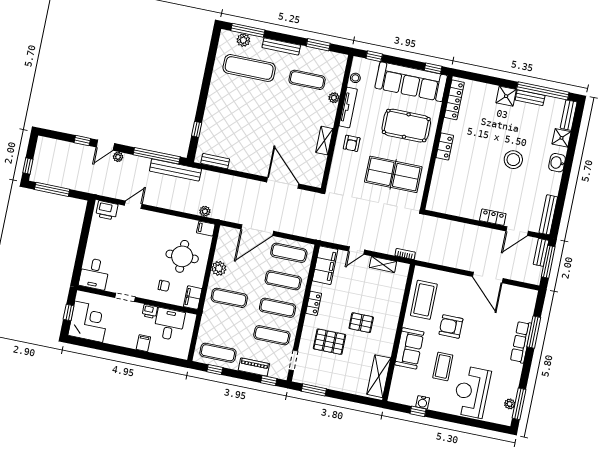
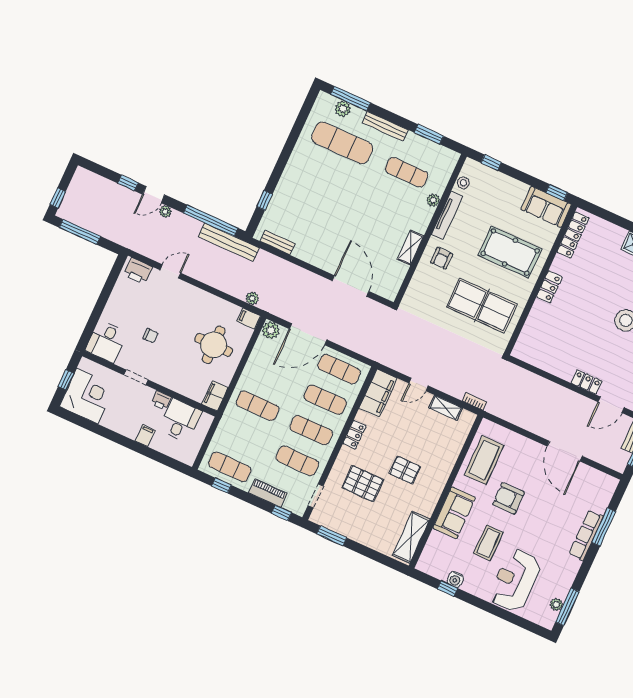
sofa: (411, 82) -> (546, 207), width x0.54, depth x0.79
plant: (219, 268) -> (271, 330), moved
chair: (164, 286) -> (151, 336), moved

